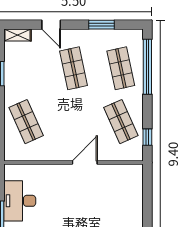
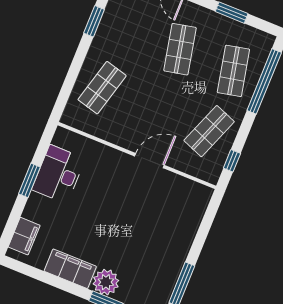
shop shelf: (26, 122) -> (102, 88), turned 39
shop shelf: (121, 122) -> (209, 131), turned 45

